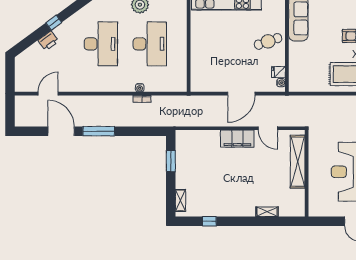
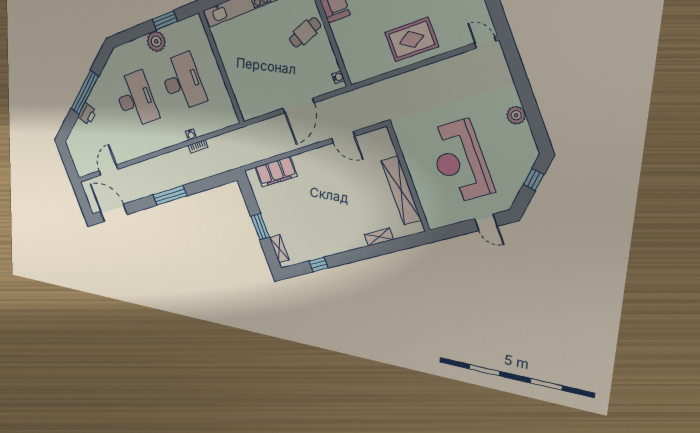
window: (54, 23) -> (85, 93), width x3.17
fridge: (278, 72) -> (330, 65), removed
door: (61, 131) -> (114, 213), moved
filing cabinet: (237, 139) -> (276, 172), moved
window: (171, 161) -> (260, 226), moved
shelving: (298, 162) -> (401, 190), moved

